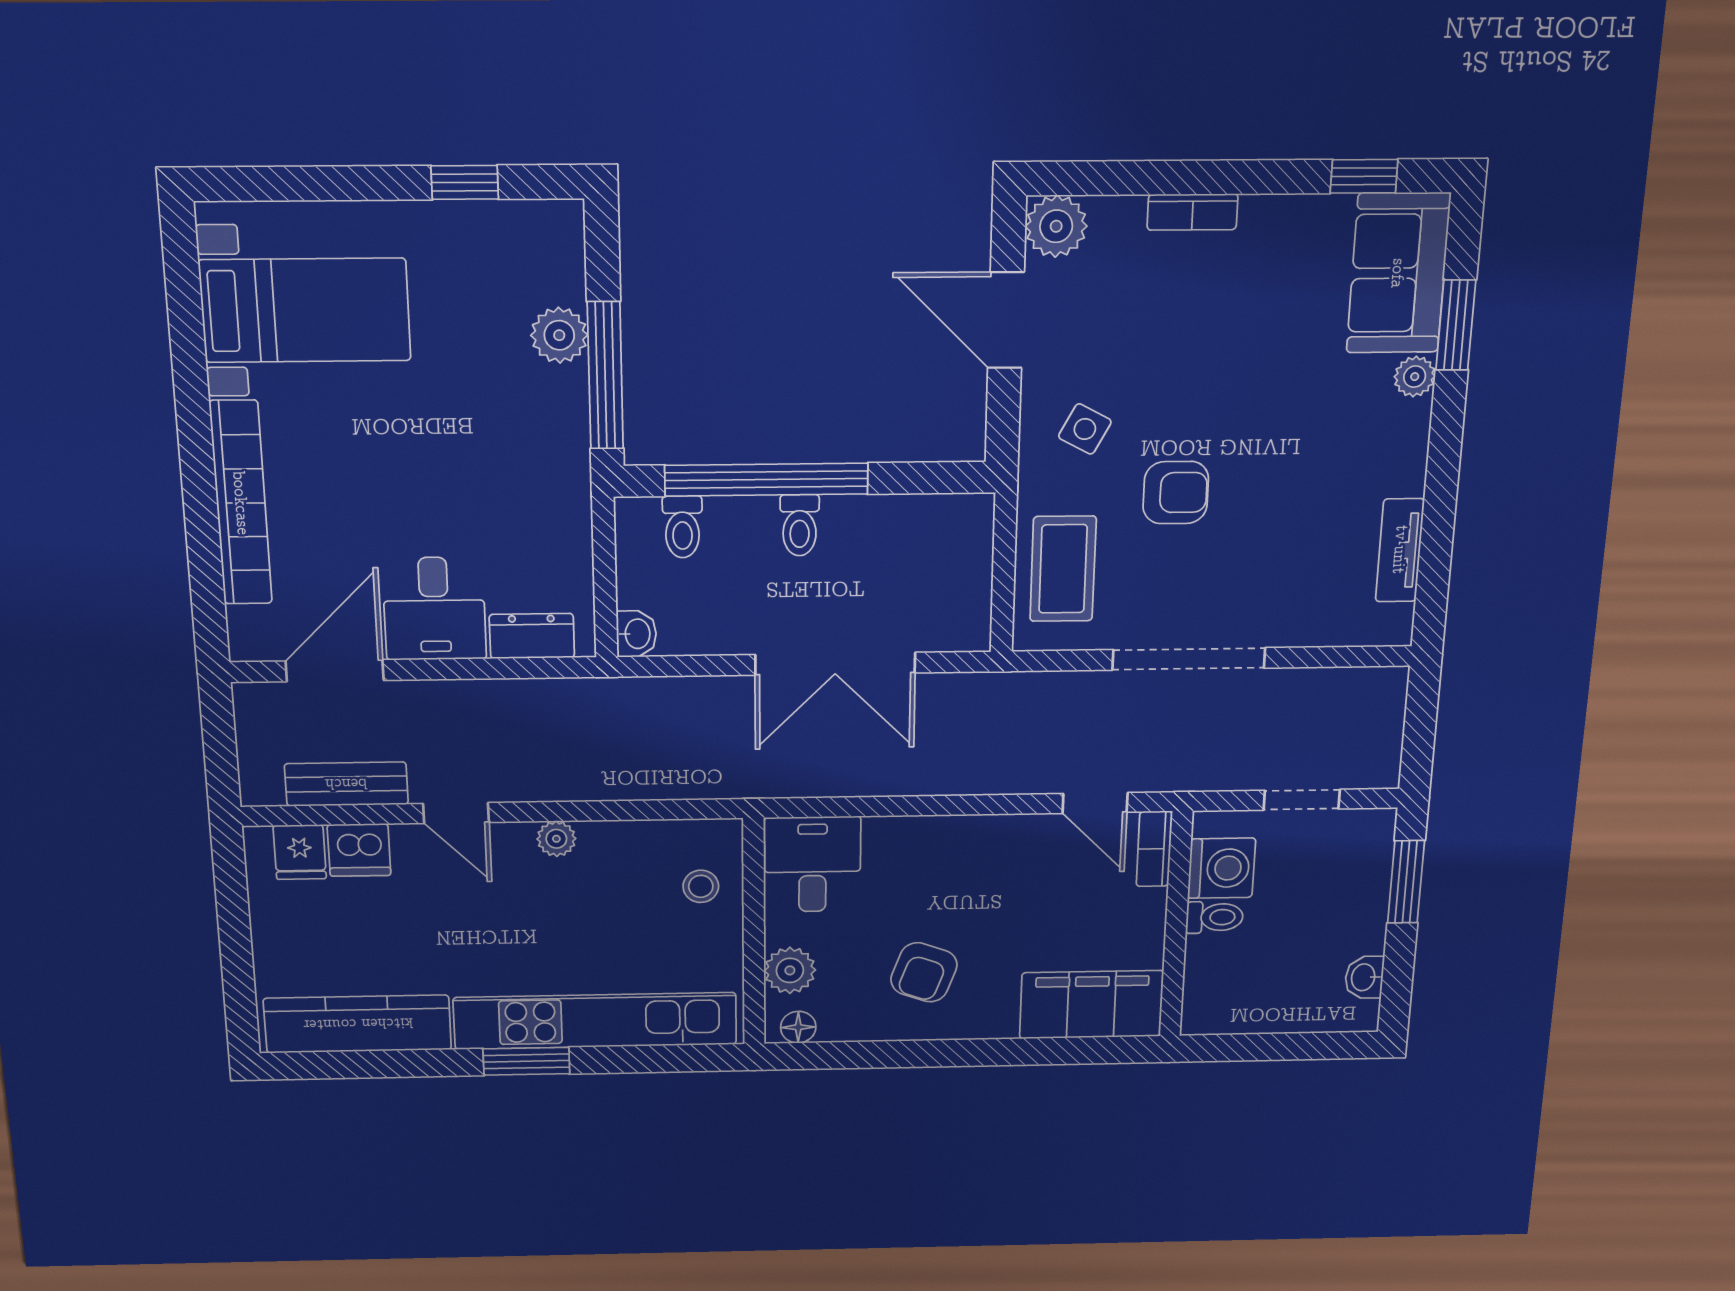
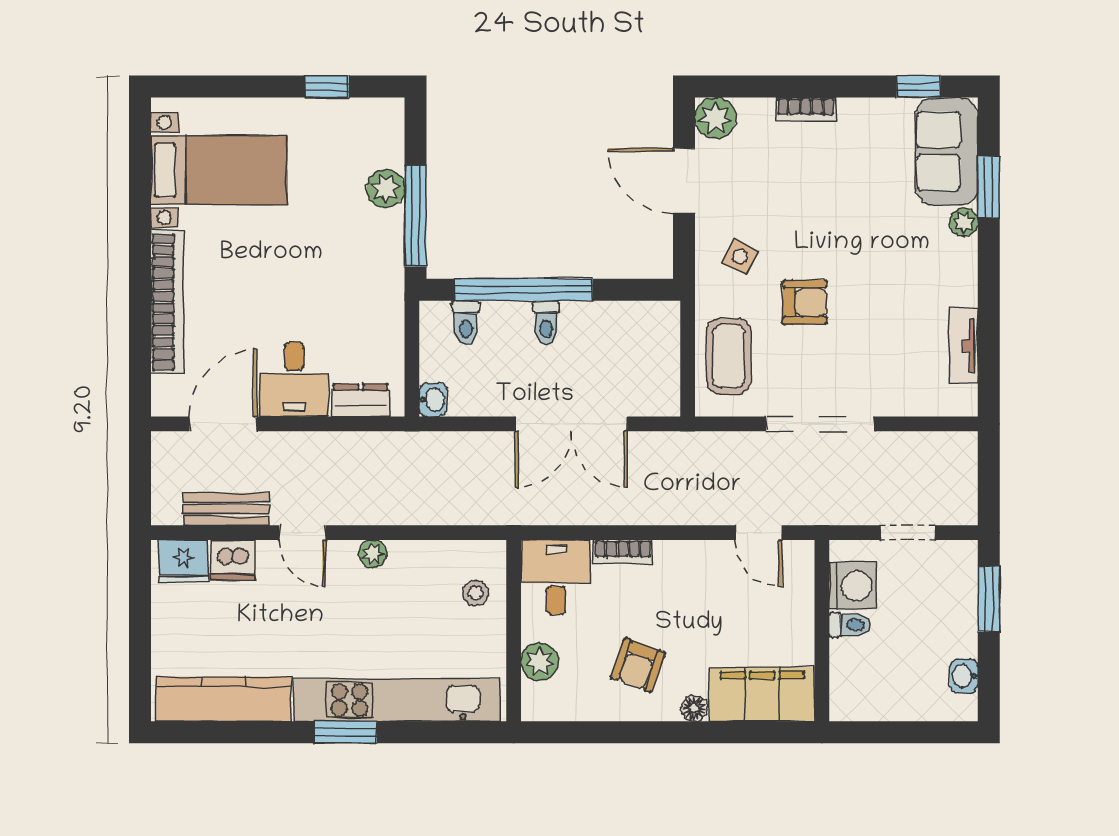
bookcase: (1154, 849) -> (623, 552), moved, turned -90
fridge: (300, 852) -> (184, 561), width x1.38
floor lamp: (798, 1027) -> (694, 708), moved

